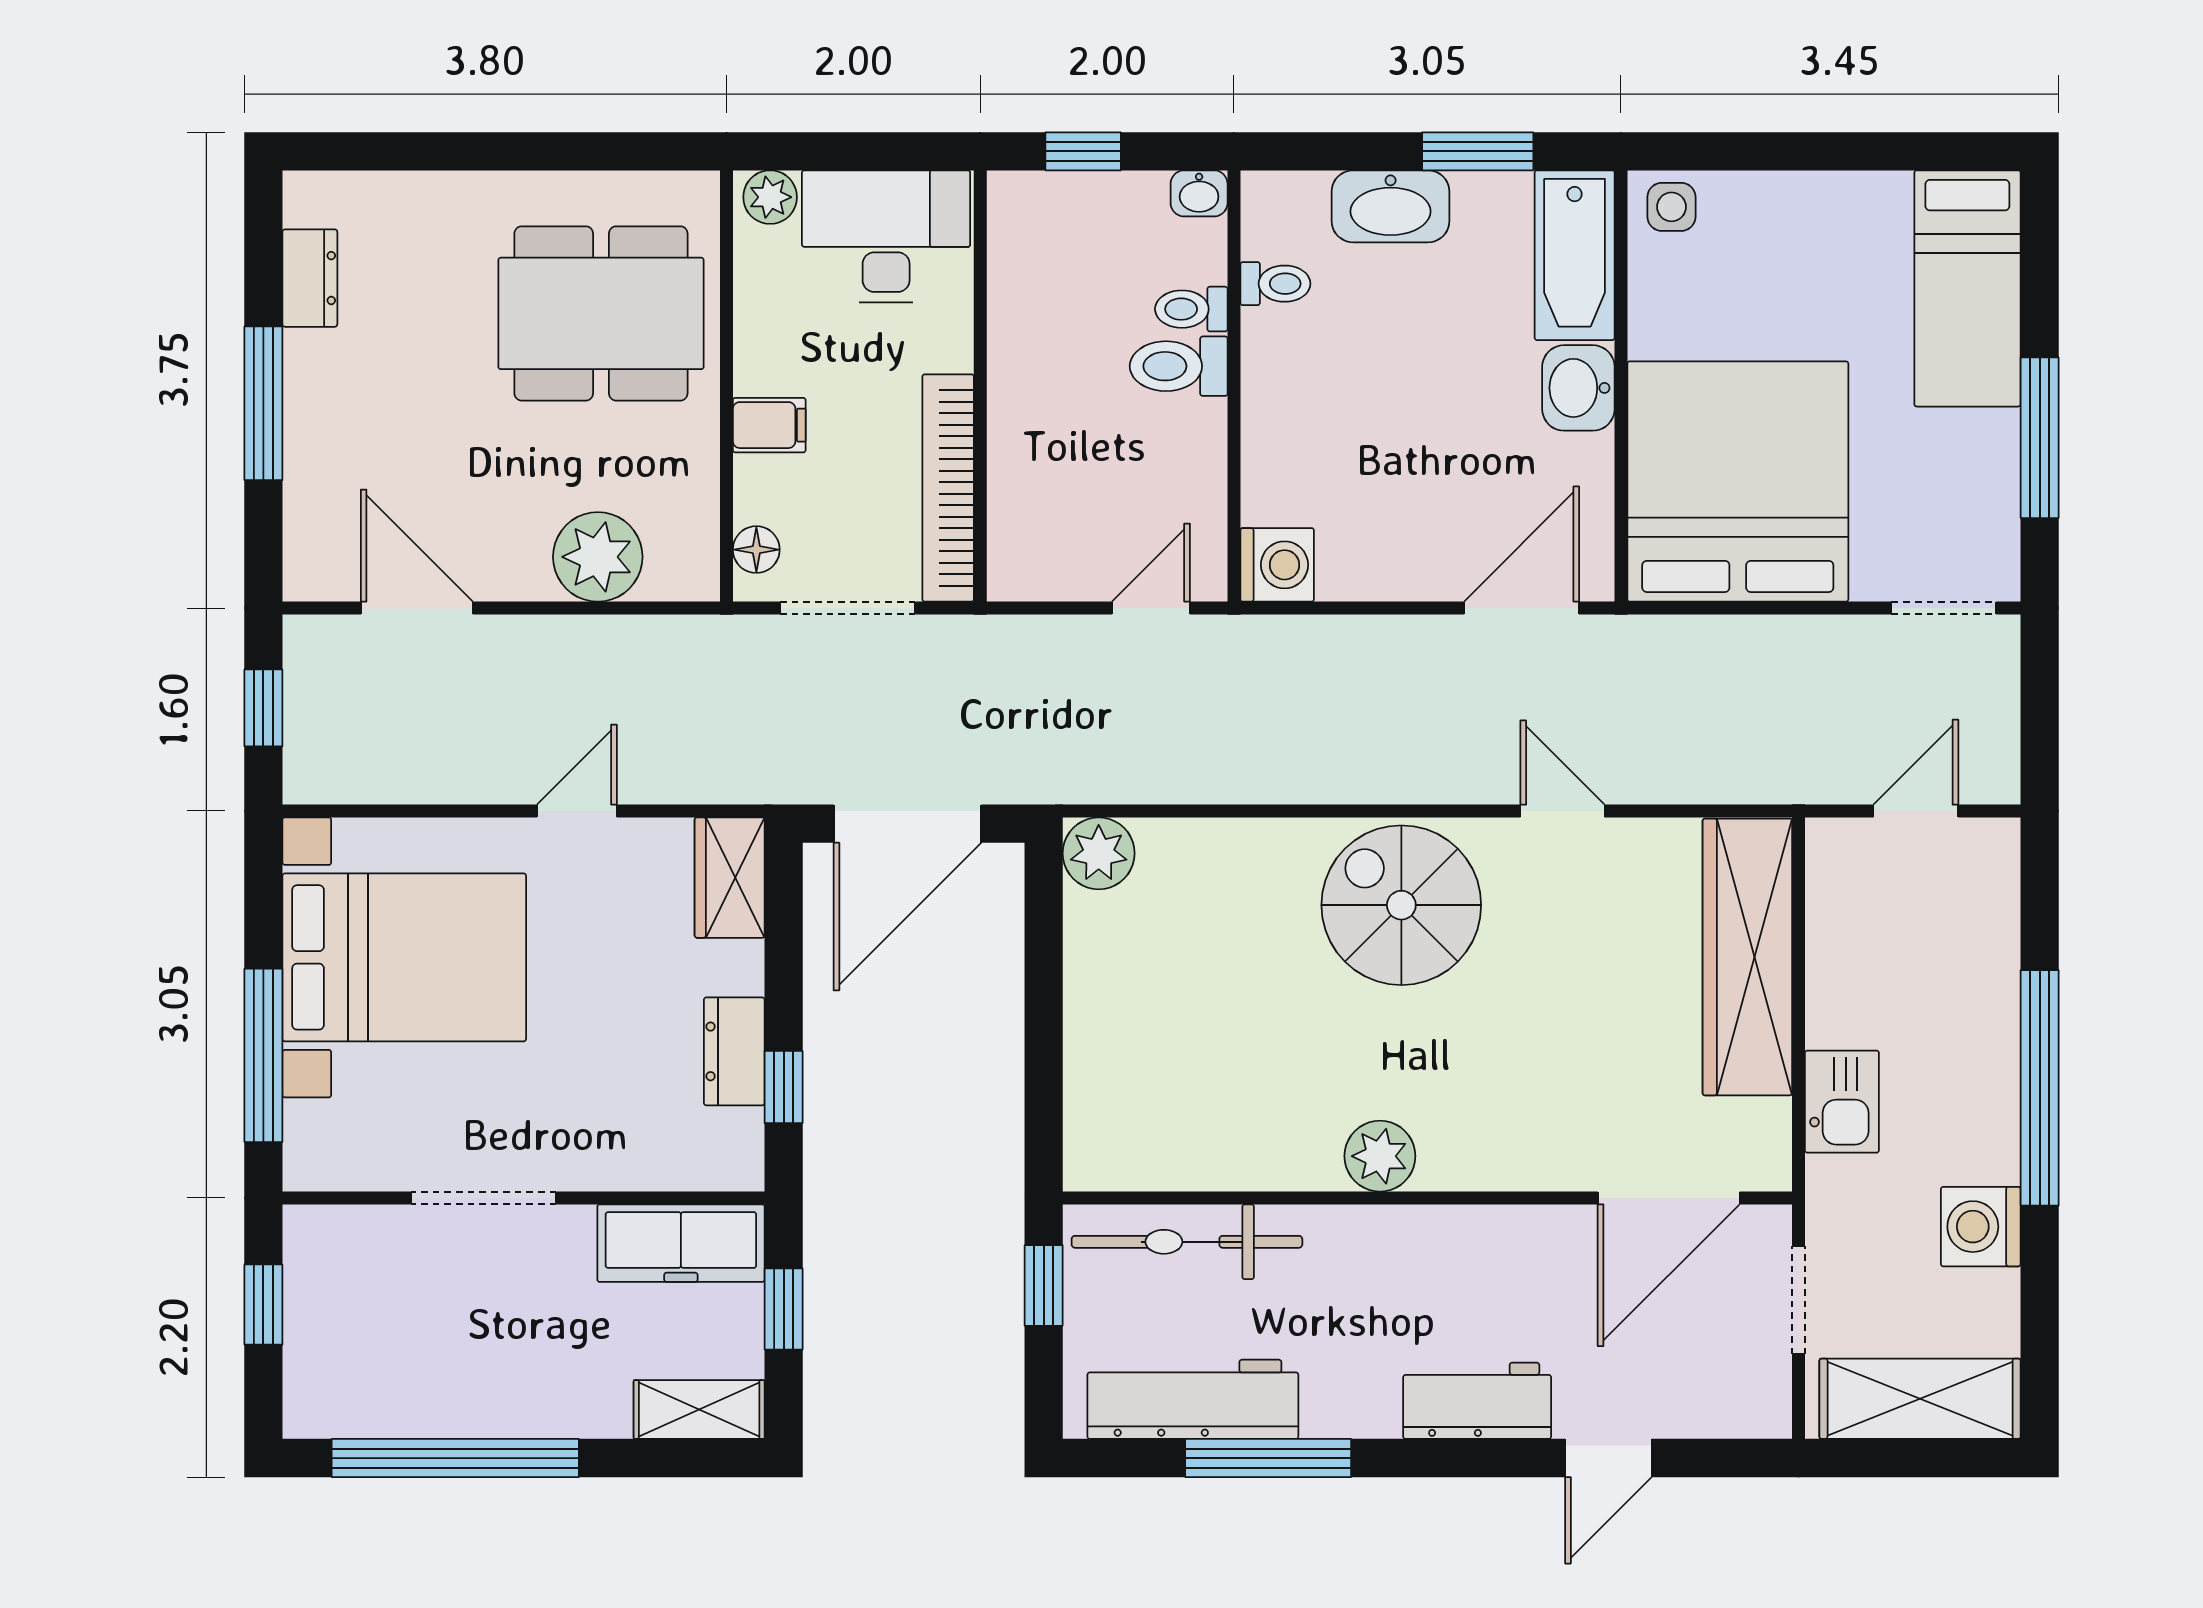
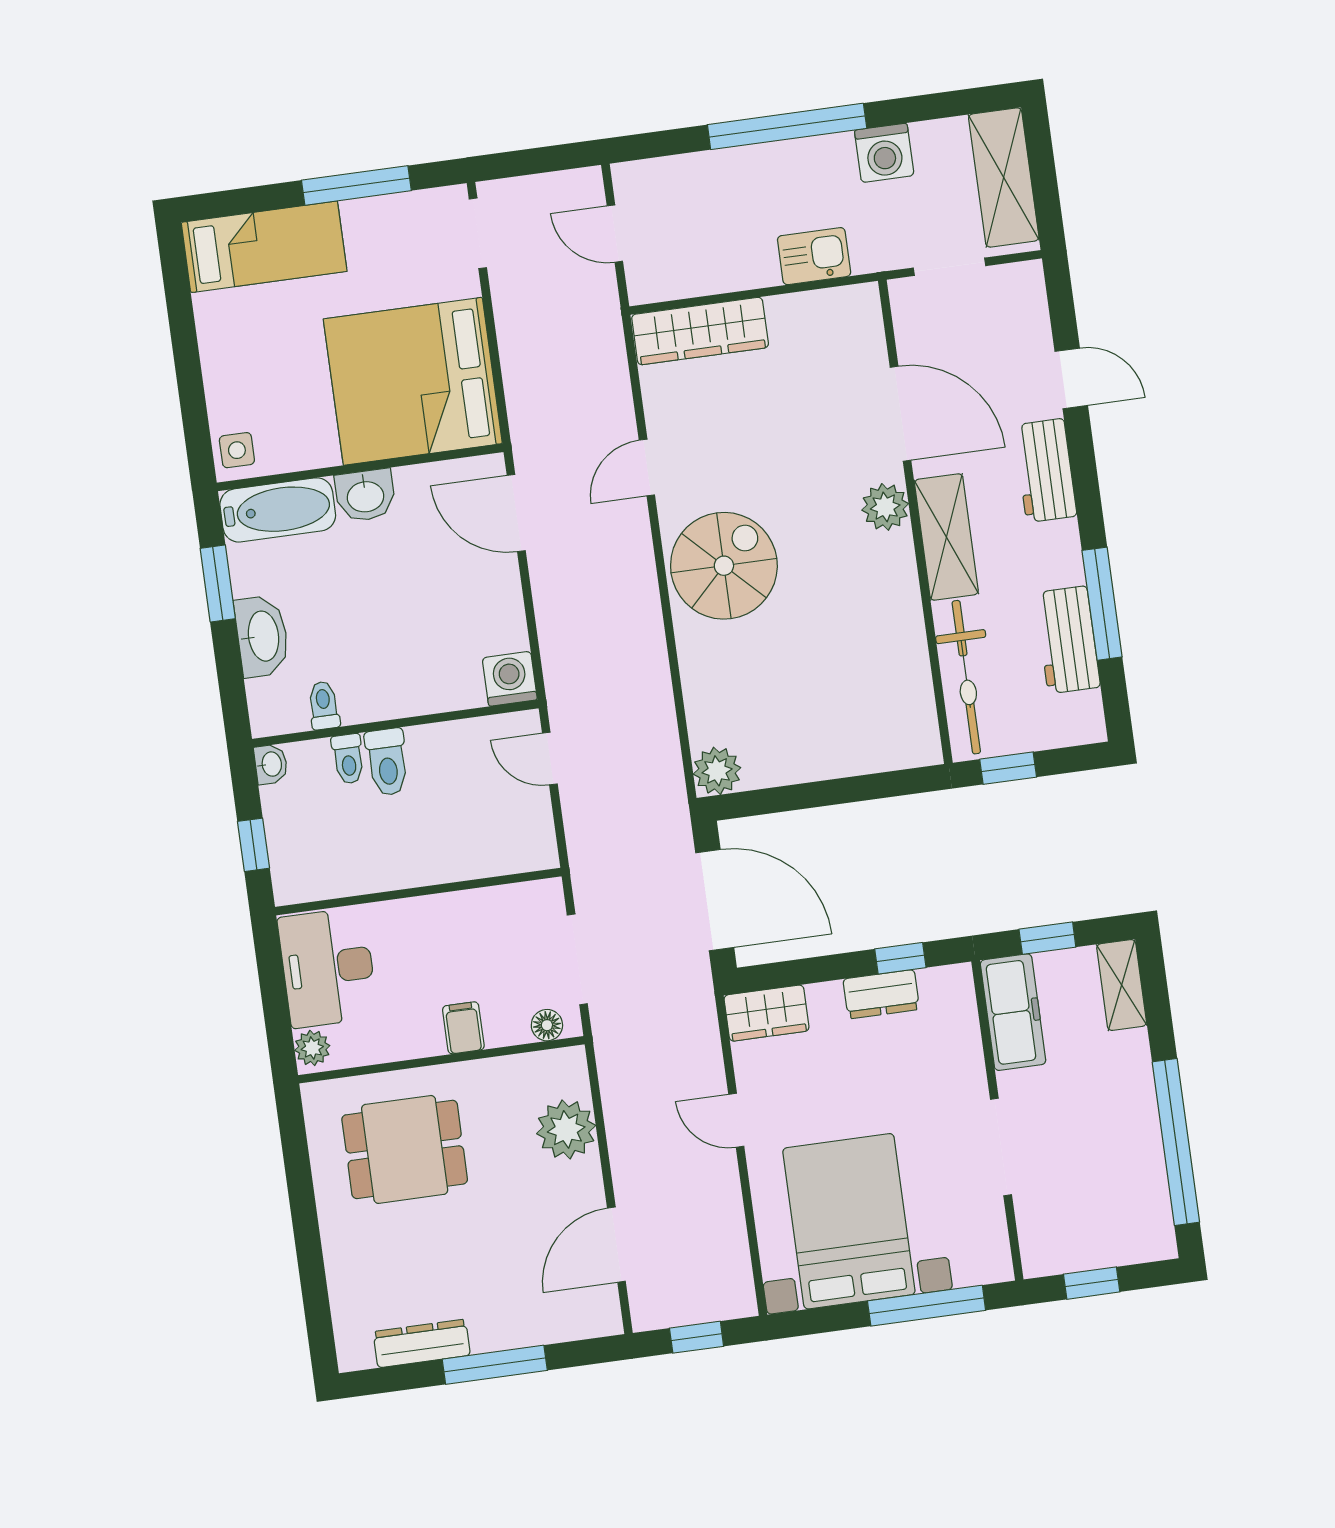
dresser: (310, 278) -> (422, 1343), width x1.44
dining table: (601, 313) -> (405, 1149), width x0.73
bookcase: (948, 488) -> (489, 904), removed
spiral stairs: (1401, 905) -> (724, 566), turned 180
wardrobe: (1747, 957) -> (700, 331), width x0.71, depth x0.85
plant: (1380, 1156) -> (885, 507), moved
door: (1669, 1198) -> (901, 414), moved
shelving: (1399, 1241) -> (946, 537), added
workbench: (1193, 1399) -> (1067, 640), width x0.73

